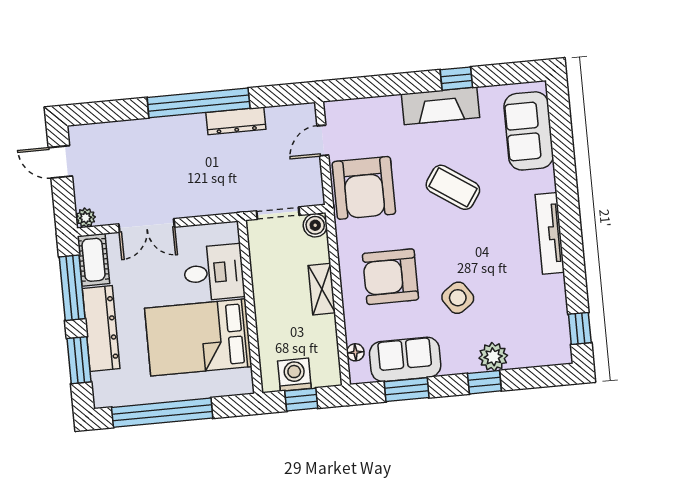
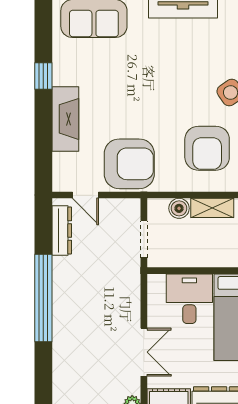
fireplace: (441, 106) -> (65, 119), moved
dresser: (236, 121) -> (62, 231), moved
coffee table: (453, 187) -> (136, 88), removed
boiler: (315, 225) -> (179, 208), moved

